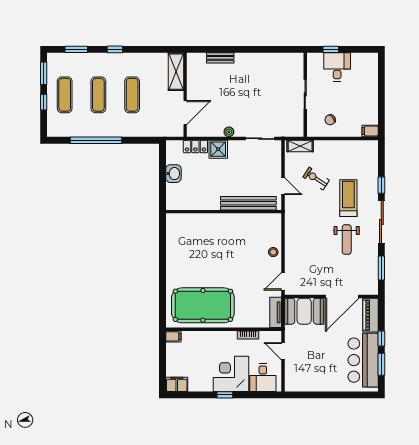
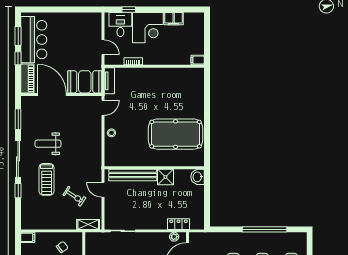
plant: (229, 132) -> (174, 237), moved
shower: (218, 149) -> (165, 177), moved
washbasin: (173, 174) -> (198, 177), moved
weight bench: (347, 239) -> (48, 144), turned -90
door: (342, 297) -> (52, 94), hinge flipped
pool table: (203, 305) -> (176, 134), moved
filing cabinet: (177, 384) -> (174, 19), moved
window: (225, 395) -> (129, 10), moved

